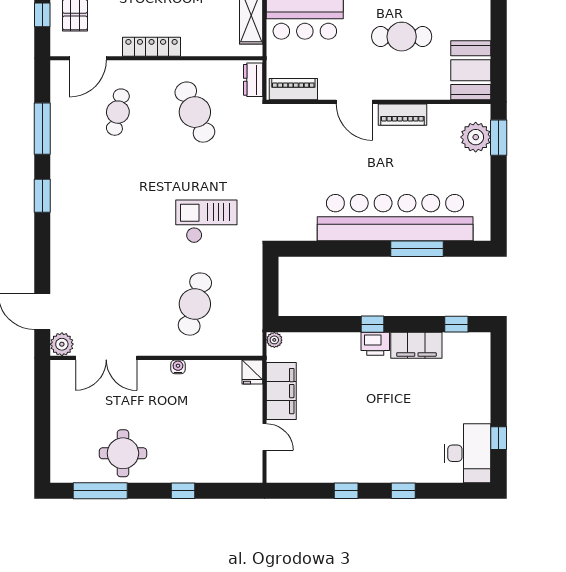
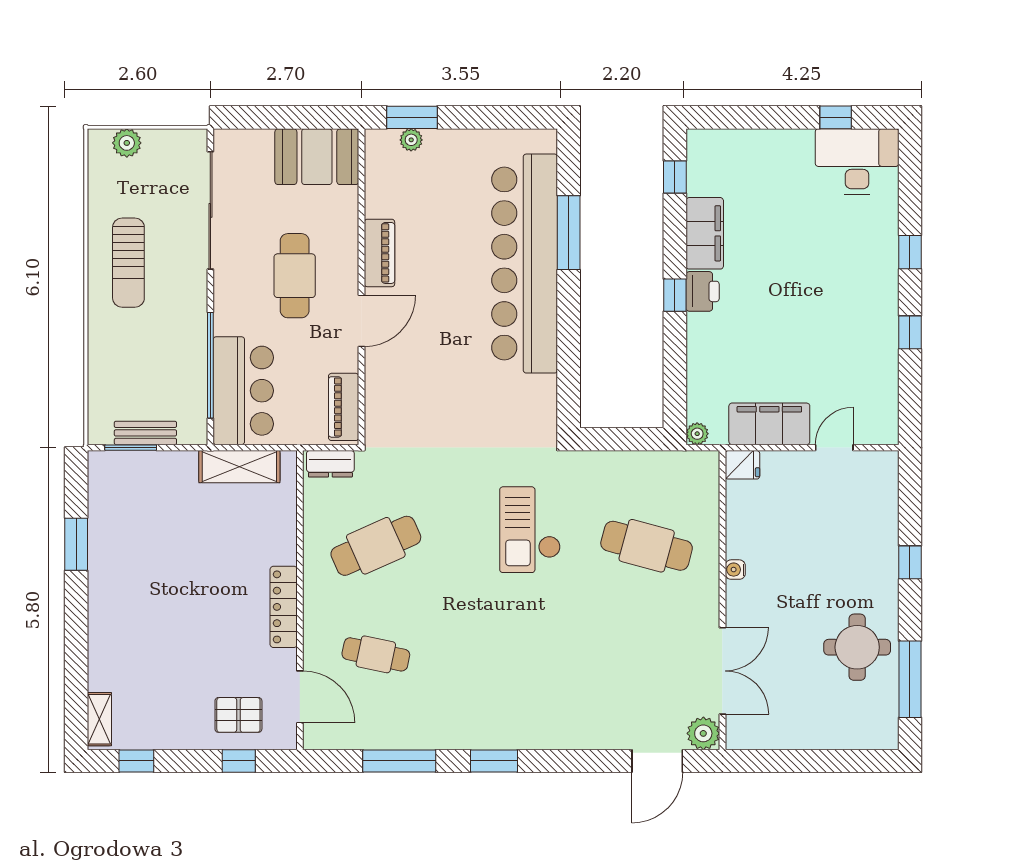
cafe table: (402, 37) -> (295, 276), moved
plant: (476, 137) -> (411, 140), width x0.53, depth x0.53

